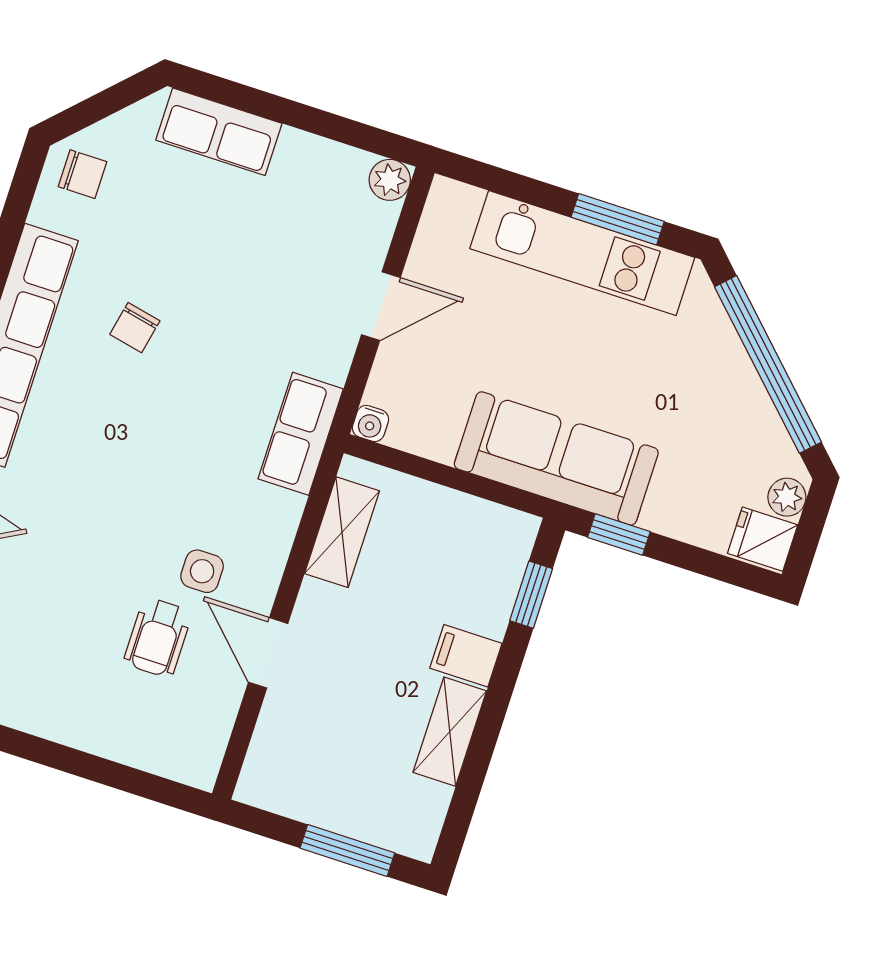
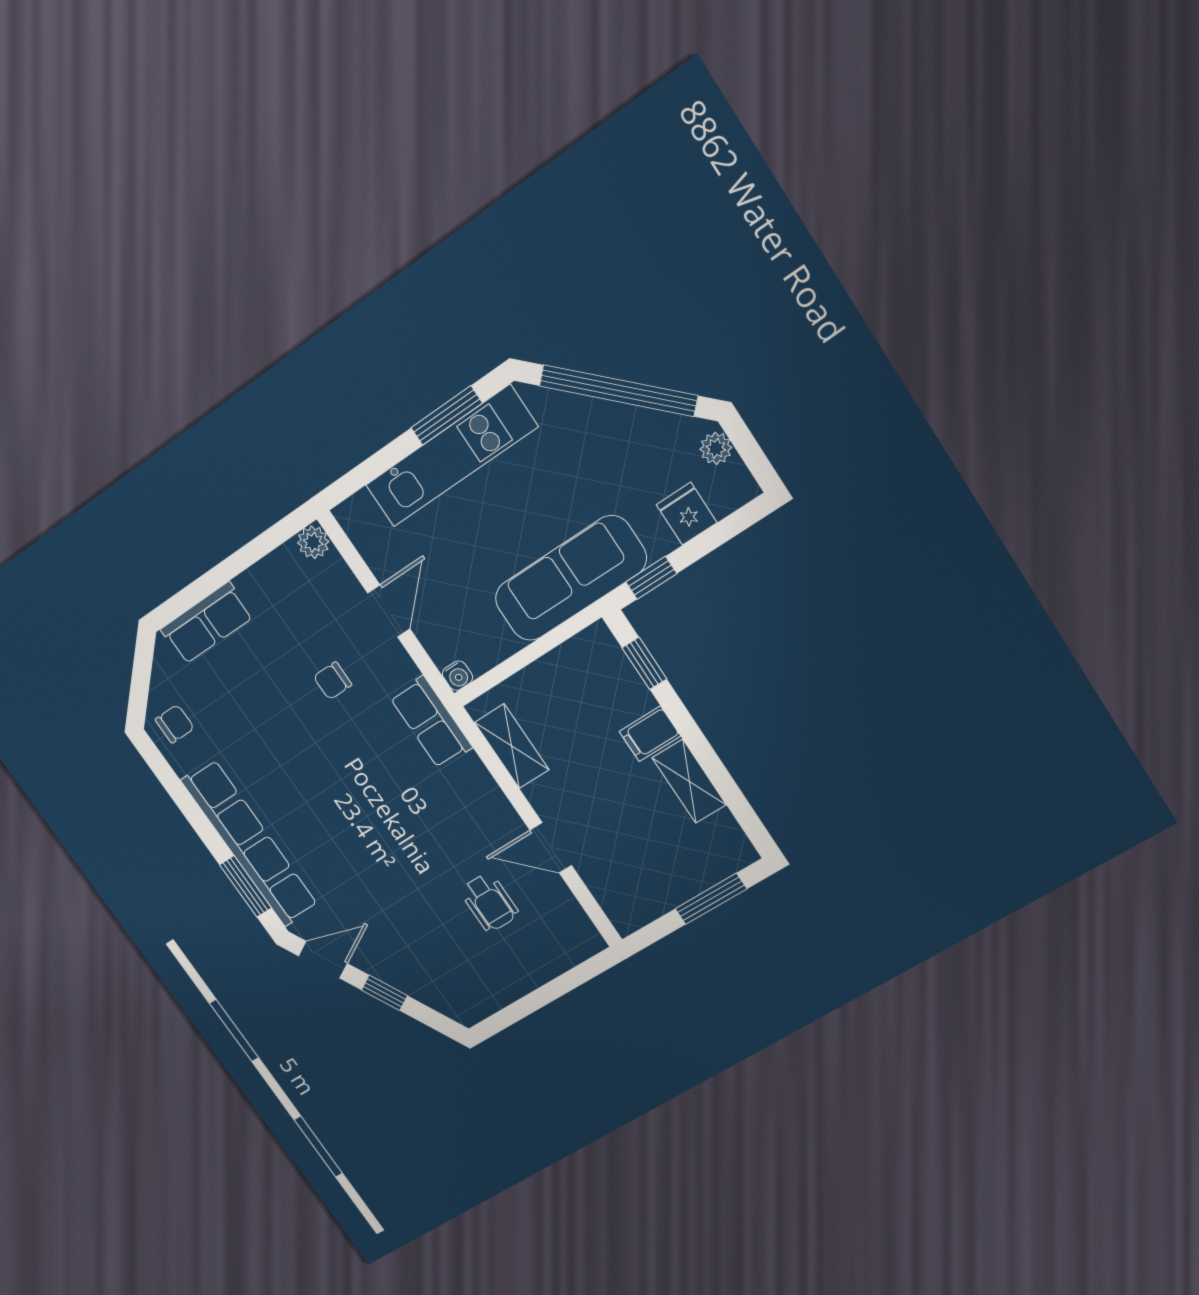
chair: (135, 328) -> (333, 681), moved, turned 78
fridge: (763, 539) -> (687, 514), moved, turned 90
side table: (202, 571) -> (470, 846), removed

